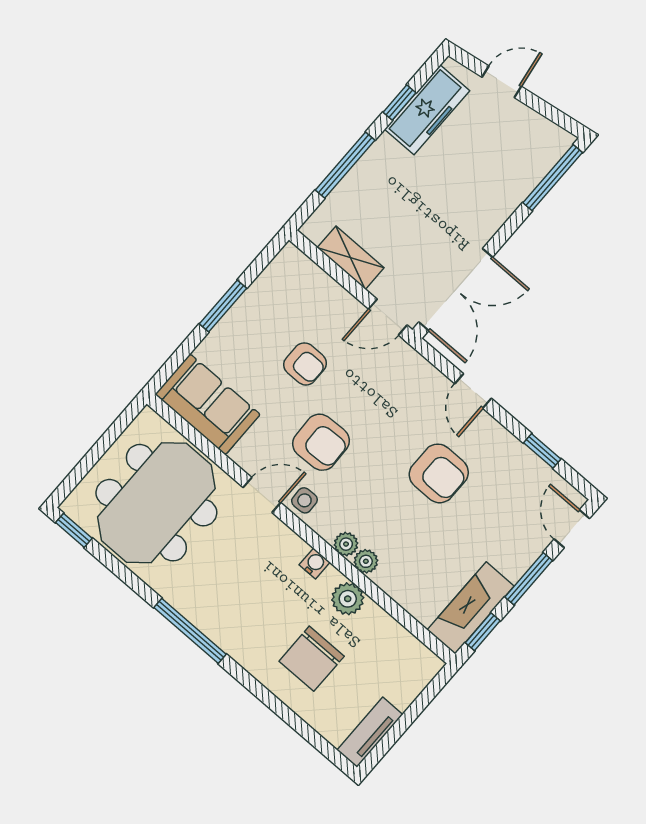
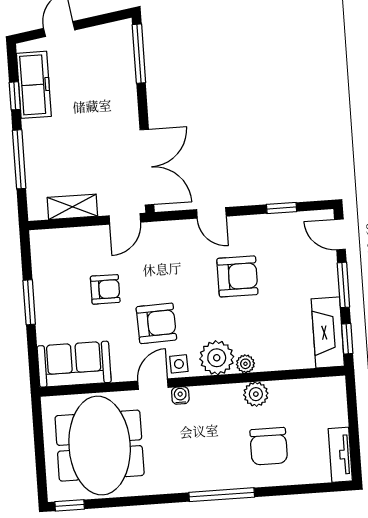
plant: (346, 544) -> (217, 358), width x1.88, depth x1.88
water cooler: (315, 563) -> (180, 395), moved
window: (190, 631) -> (222, 495), moved

